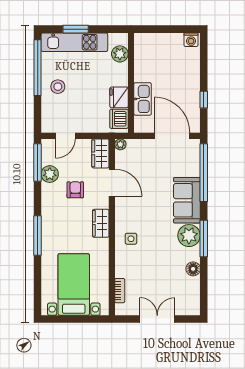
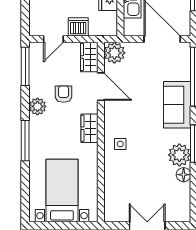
dishwasher: (119, 119) -> (78, 27), moved, turned 90
plant: (120, 144) -> (114, 53), width x1.88, depth x1.88
plant: (50, 174) -> (37, 106), moved
plant: (189, 236) -> (179, 155), moved
bookcase: (120, 291) -> (109, 197), removed

